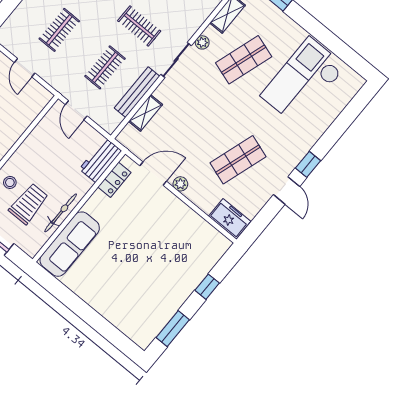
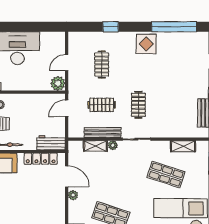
clothes rail: (59, 30) -> (102, 64), turned 90
plant: (202, 42) -> (113, 145), moved
plant: (40, 97) -> (58, 83), added
locker: (114, 180) -> (41, 159), width x1.53

